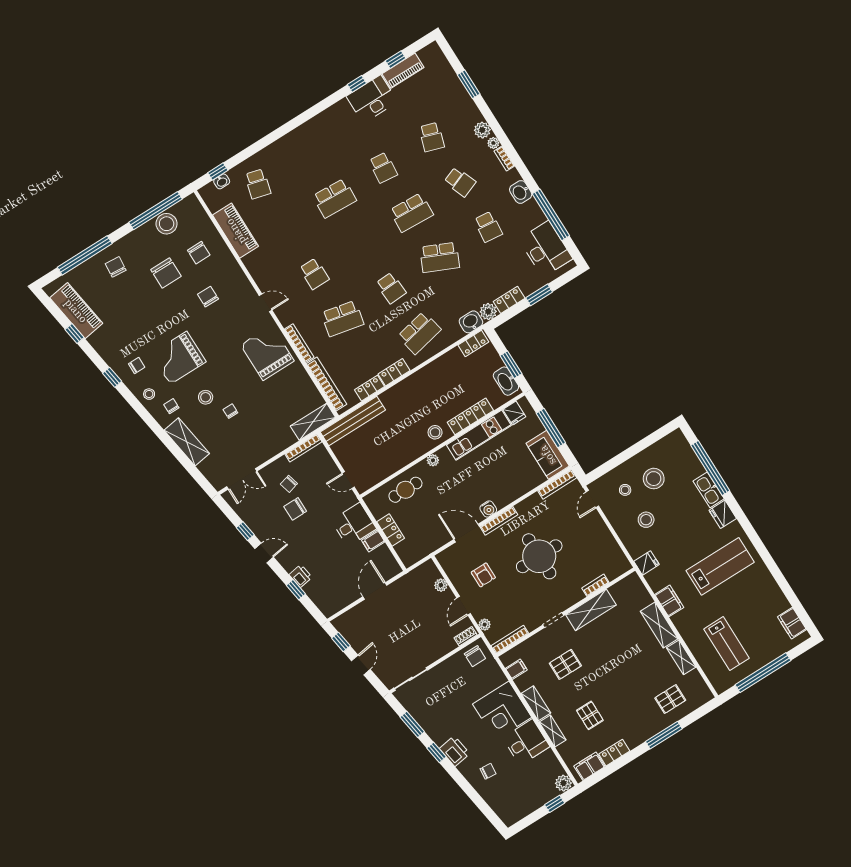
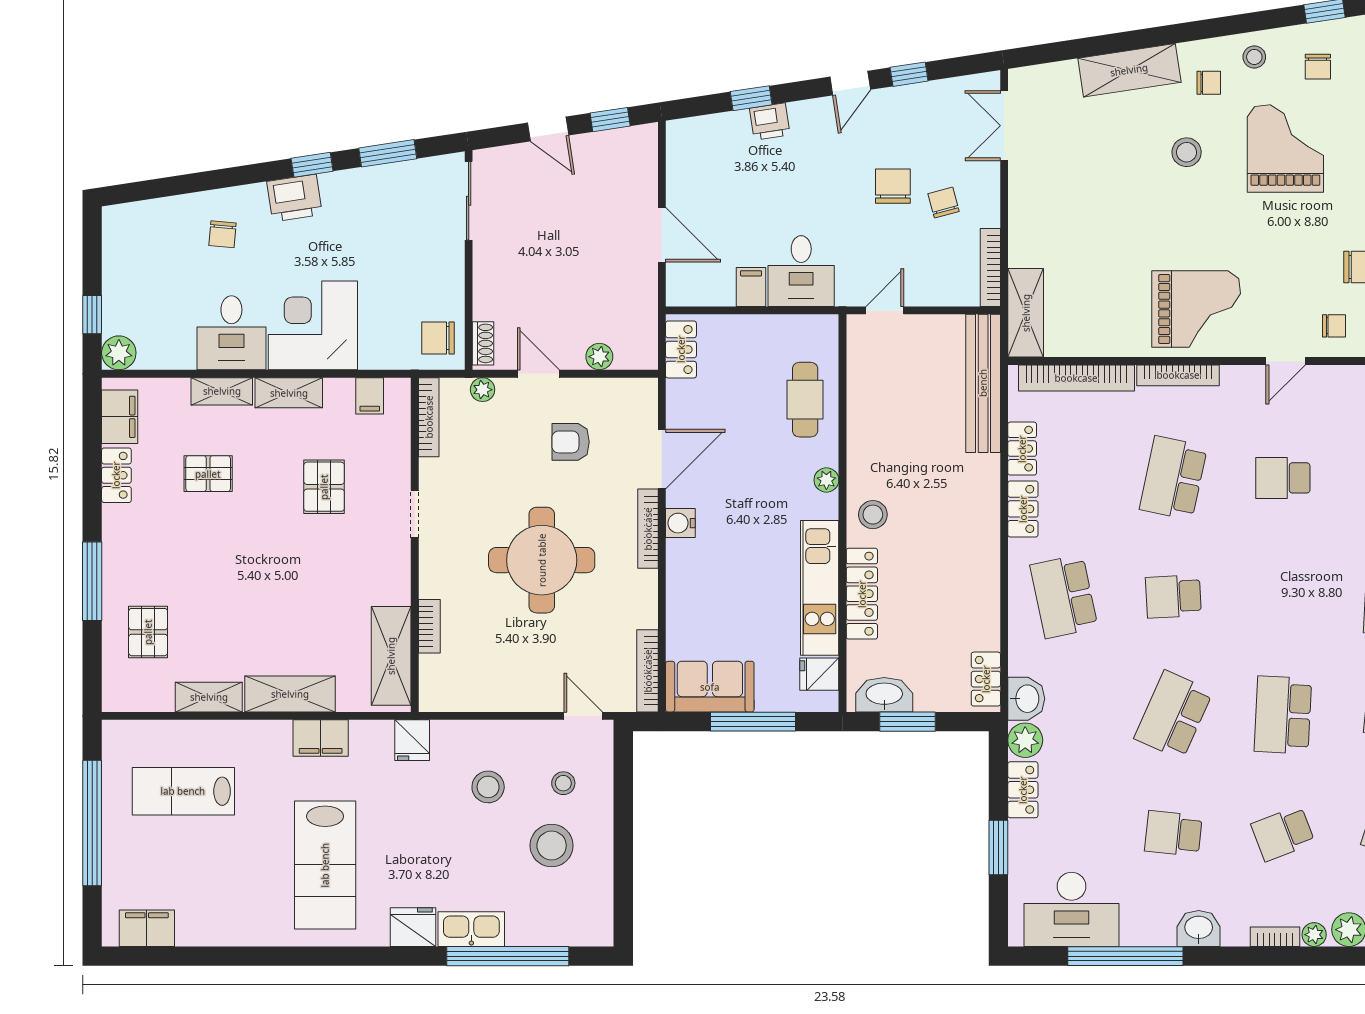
chair: (230, 411) -> (1334, 326), moved
locker: (391, 530) -> (681, 349), moved, turned -90
shelving: (591, 610) -> (391, 656), moved

